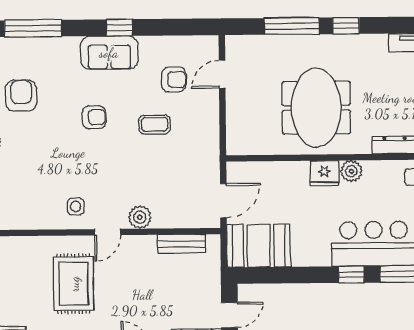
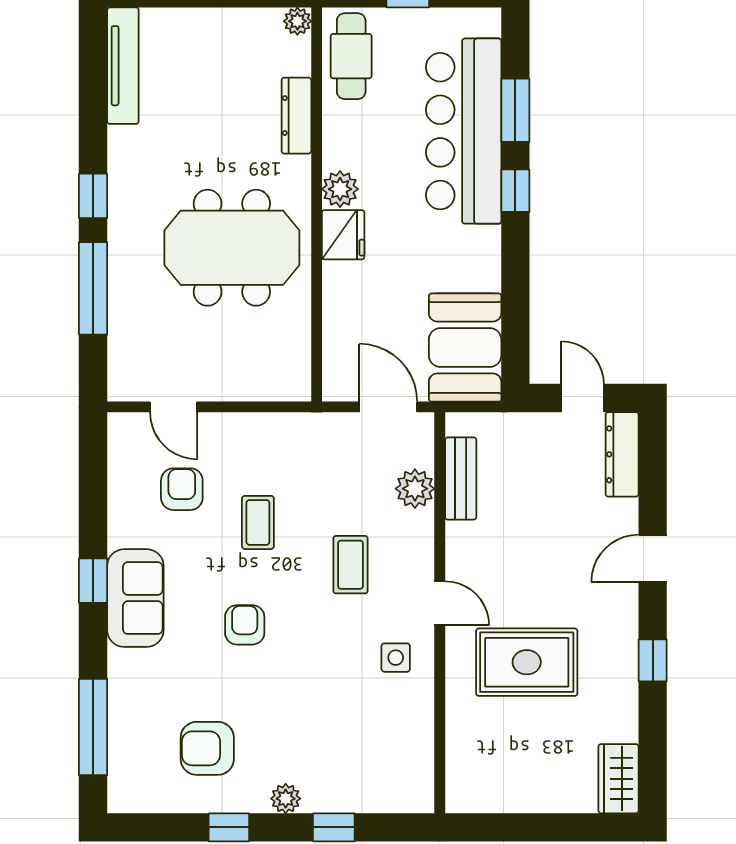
coffee table: (130, 179) -> (351, 565), added
plant: (140, 217) -> (415, 489), moved

